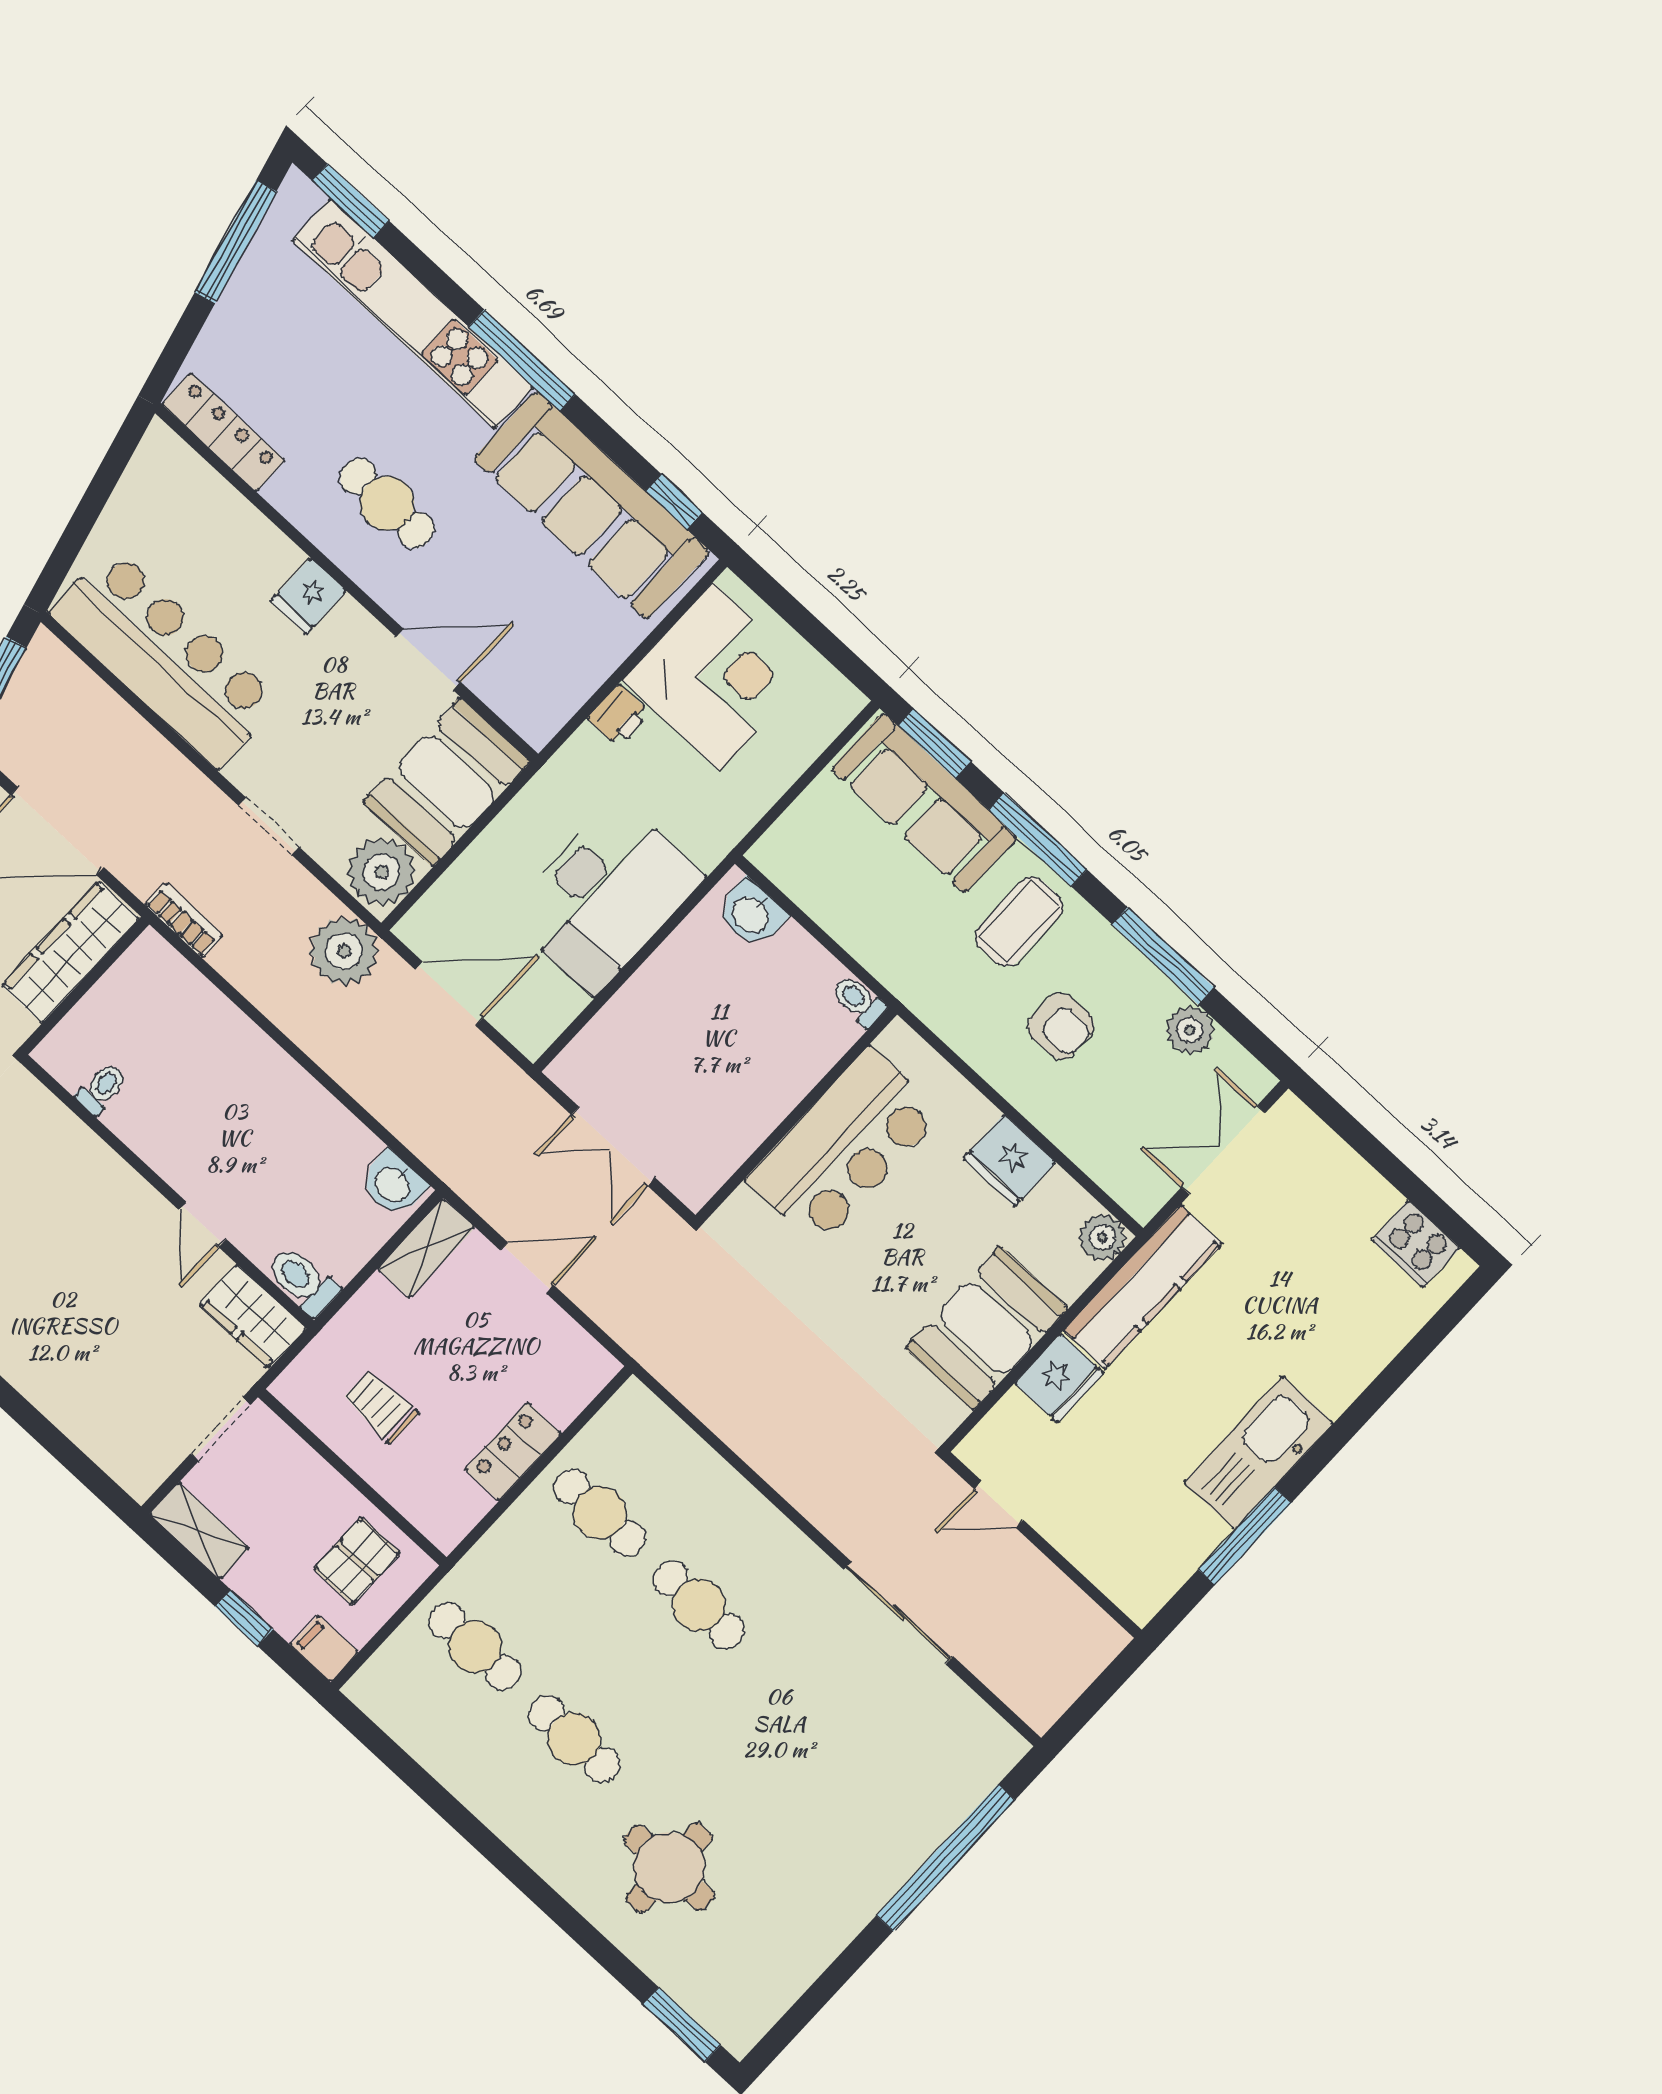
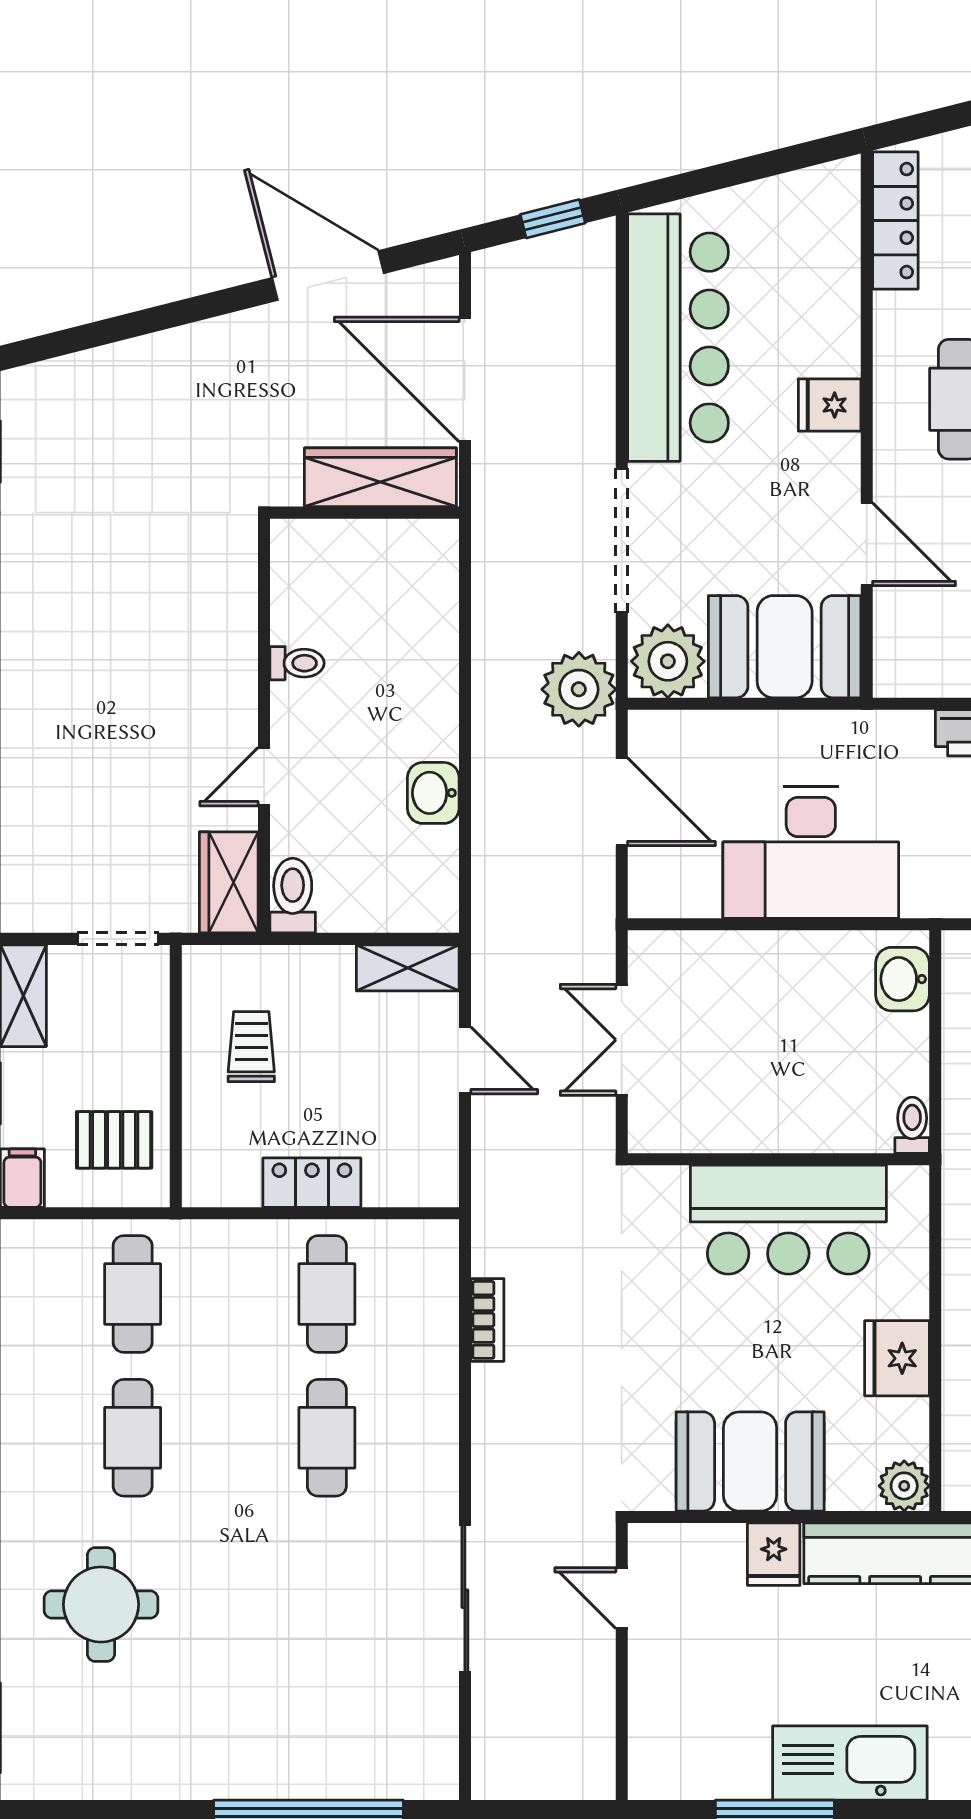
doorway: (269, 826) -> (622, 541), width x1.88
bookcase: (184, 920) -> (487, 1320), moved
toilet: (102, 1088) -> (297, 663), moved
washbasin: (393, 1184) -> (433, 793), moved
fridge: (1059, 1378) -> (774, 1554), width x0.72

